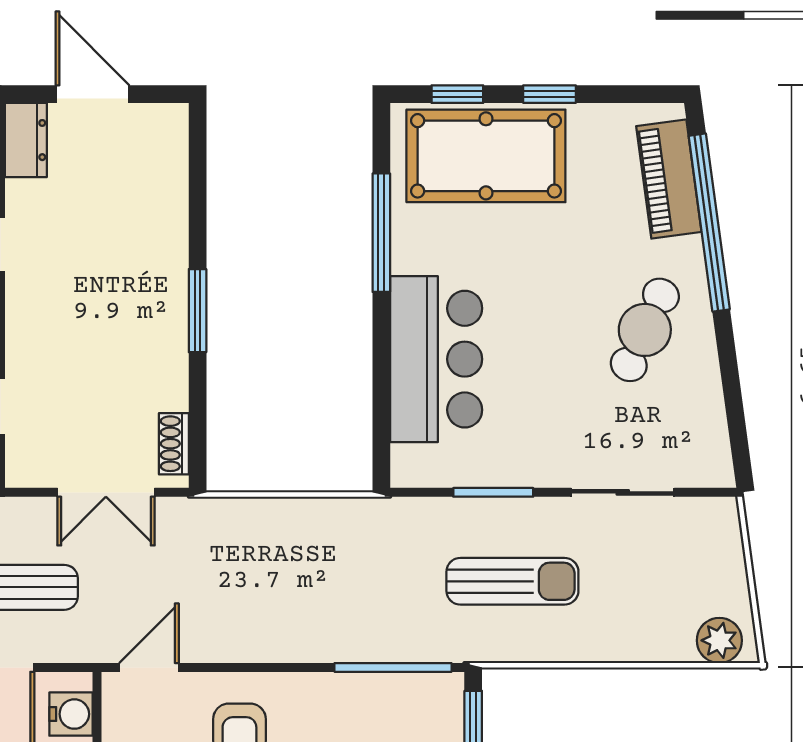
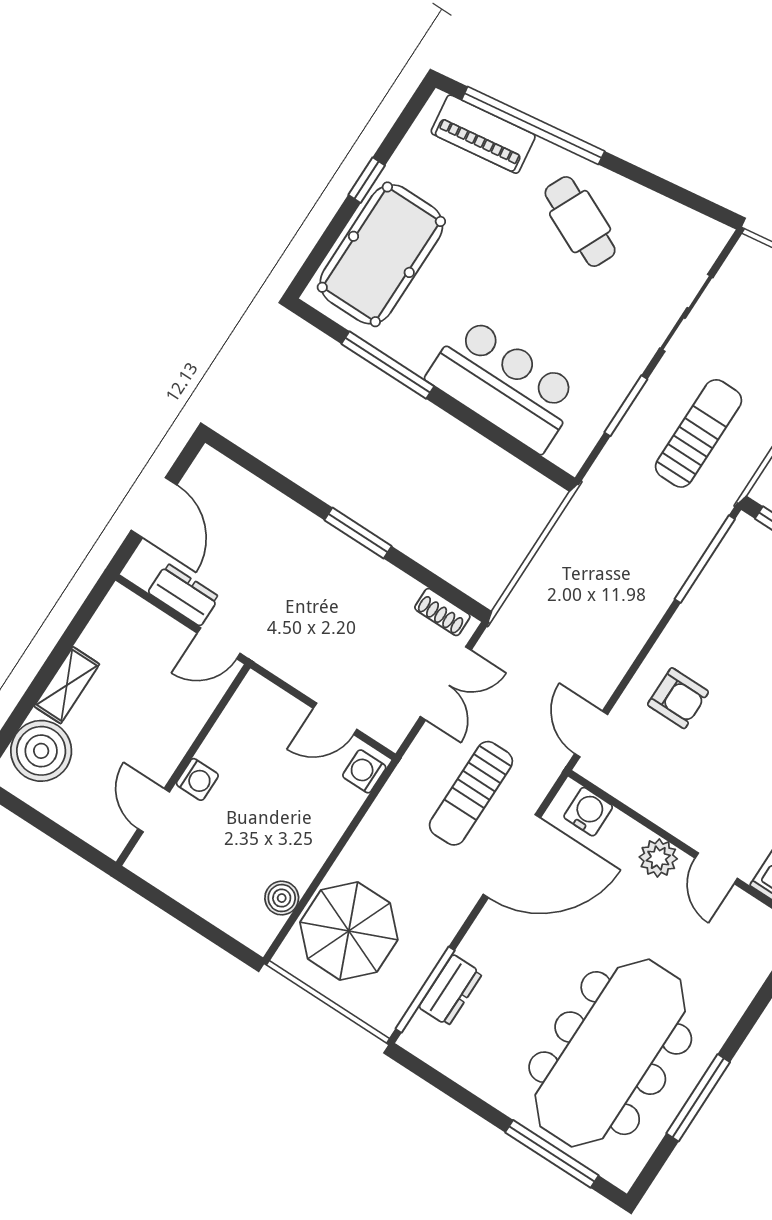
door: (92, 94) -> (154, 508), swing flipped
window: (457, 94) -> (324, 246), removed
dresser: (26, 140) -> (184, 595), moved

